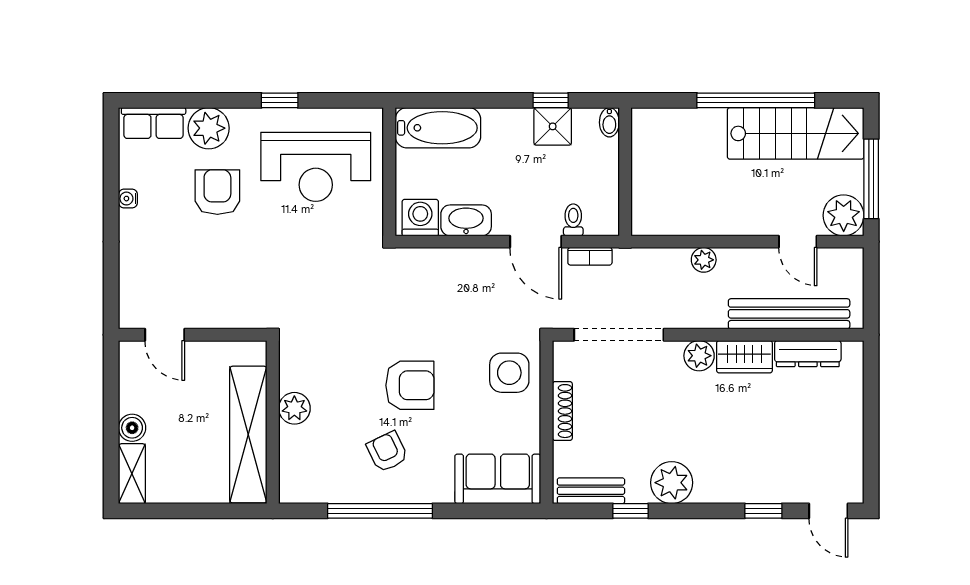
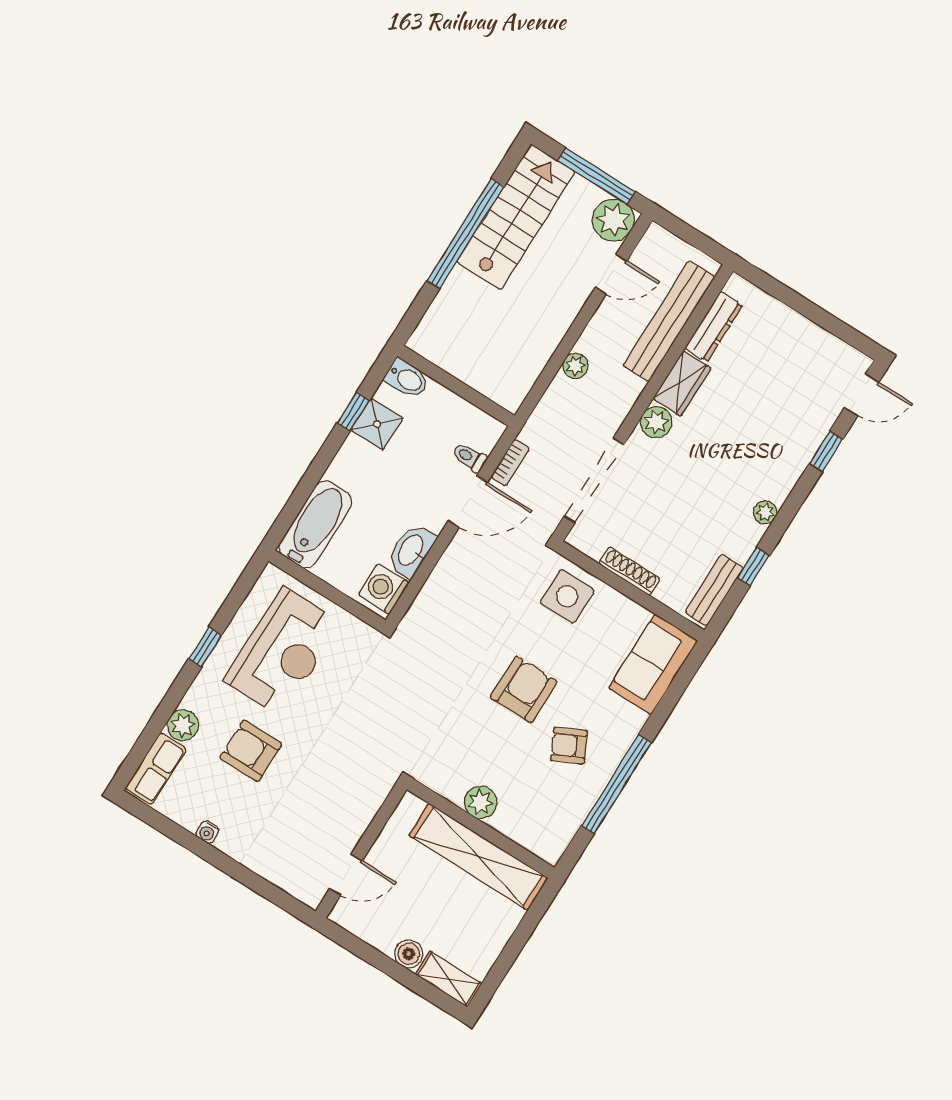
bidet: (609, 122) -> (407, 379), width x1.38, depth x1.36
plant: (209, 128) -> (183, 725), width x0.73, depth x0.73
plant: (672, 483) -> (765, 512), width x0.53, depth x0.53

